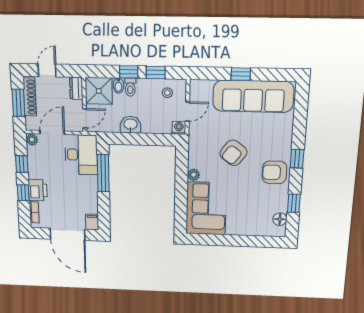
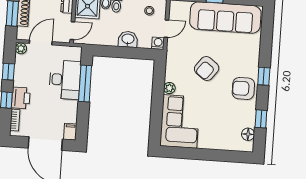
washbasin: (131, 125) -> (128, 39), moved
desk: (81, 155) -> (65, 80), moved

